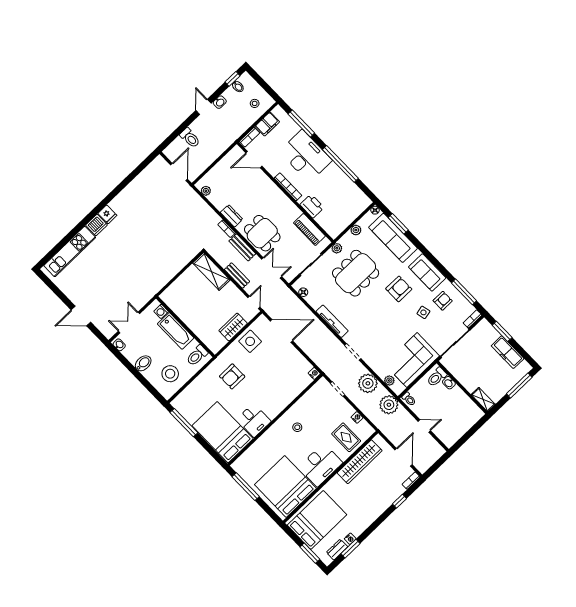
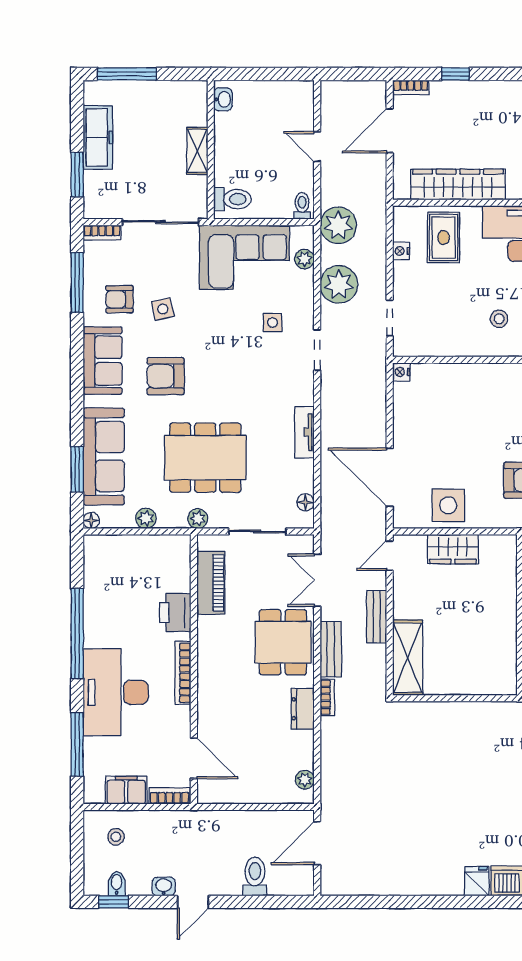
tv unit: (332, 321) -> (304, 432), width x0.71
side table: (379, 346) -> (273, 323), added
washbasin: (449, 383) -> (223, 99), moved
shelving: (483, 400) -> (197, 151), moved

